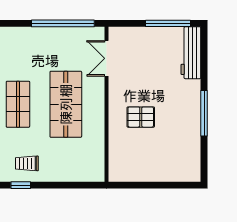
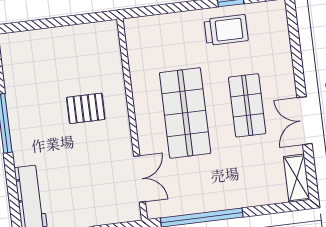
trolley: (27, 163) -> (226, 30), width x1.36, depth x1.39

